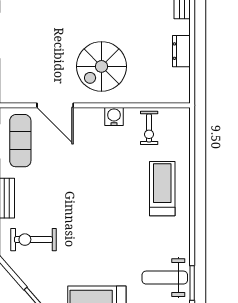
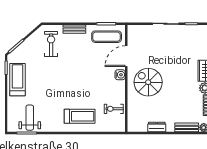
water cooler: (114, 116) -> (120, 75), moved

